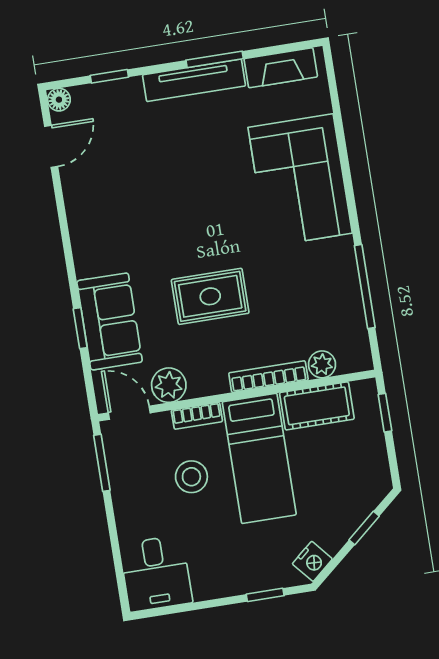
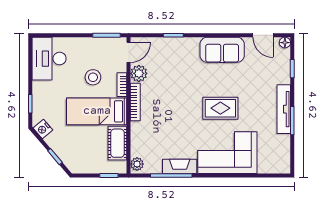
fireplace: (281, 68) -> (180, 166), moved, turned 90
rug: (210, 296) -> (220, 108), moved, turned 90
sofa: (110, 321) -> (222, 50), moved
plant: (322, 364) -> (137, 164), moved
bookcase: (268, 377) -> (135, 102), moved
desk: (156, 573) -> (49, 59), width x1.37

